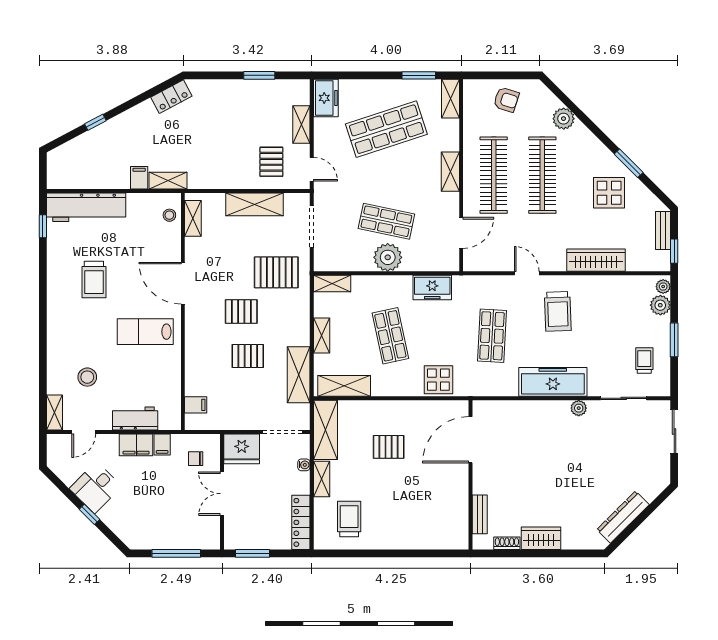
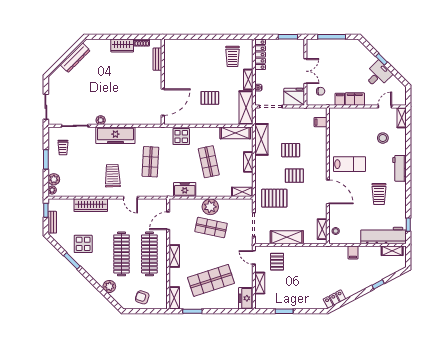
shelving: (168, 181) -> (392, 251), moved
trolley: (94, 280) -> (379, 194), turned 180
workbench: (135, 418) -> (399, 168), moved, turned 90

